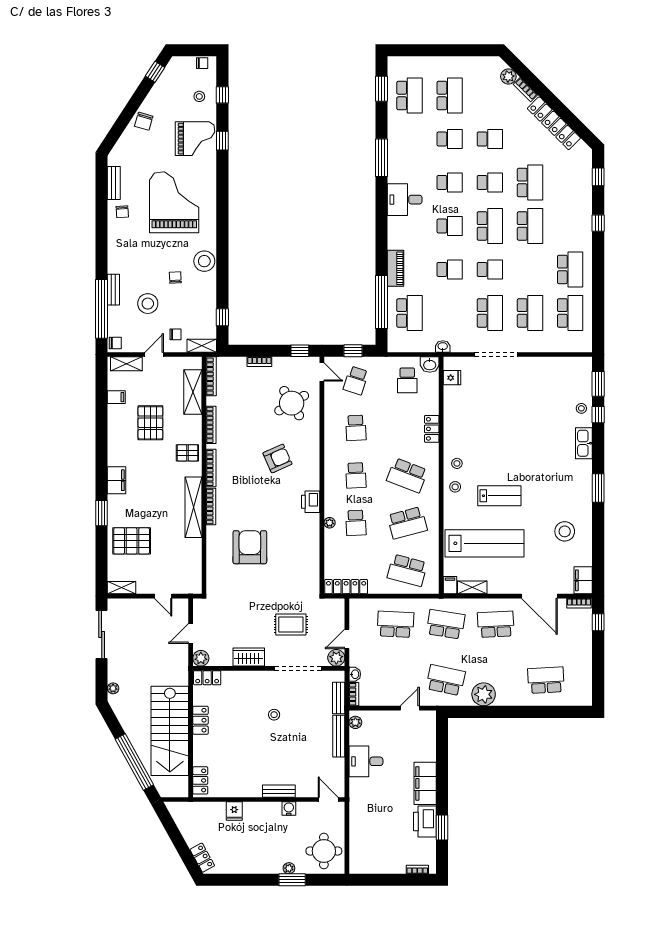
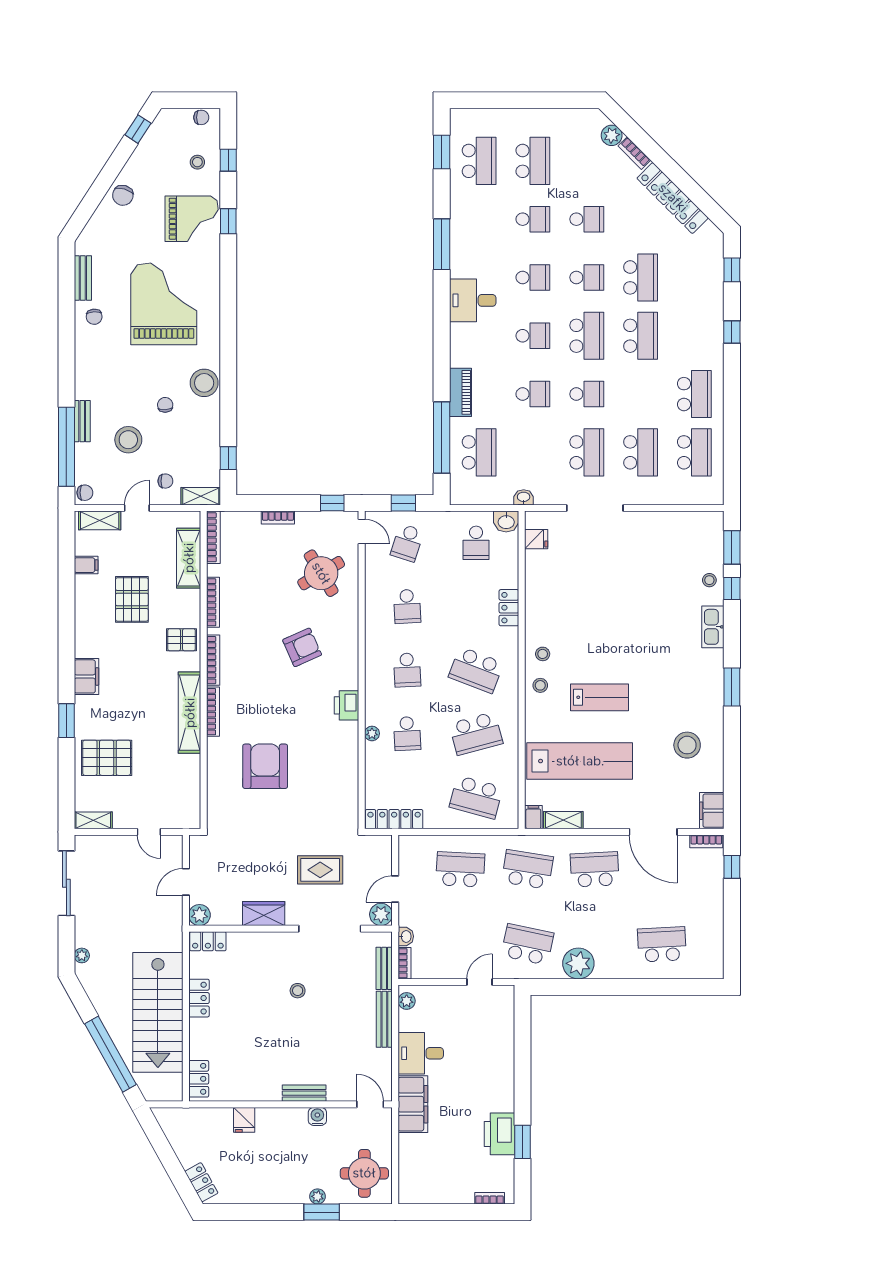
filing cabinet: (425, 783) -> (413, 1104), moved, turned 180

